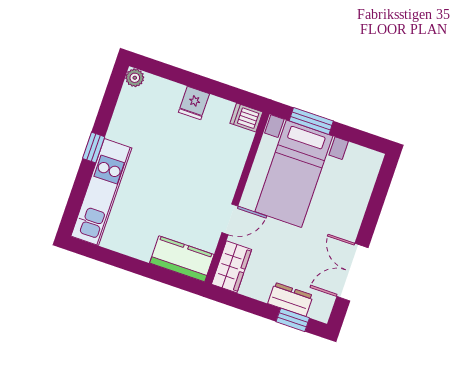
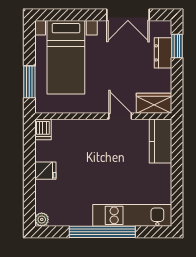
window: (94, 148) -> (102, 232), width x3.17
bed with nightstands: (294, 174) -> (66, 57), moved, turned 90

